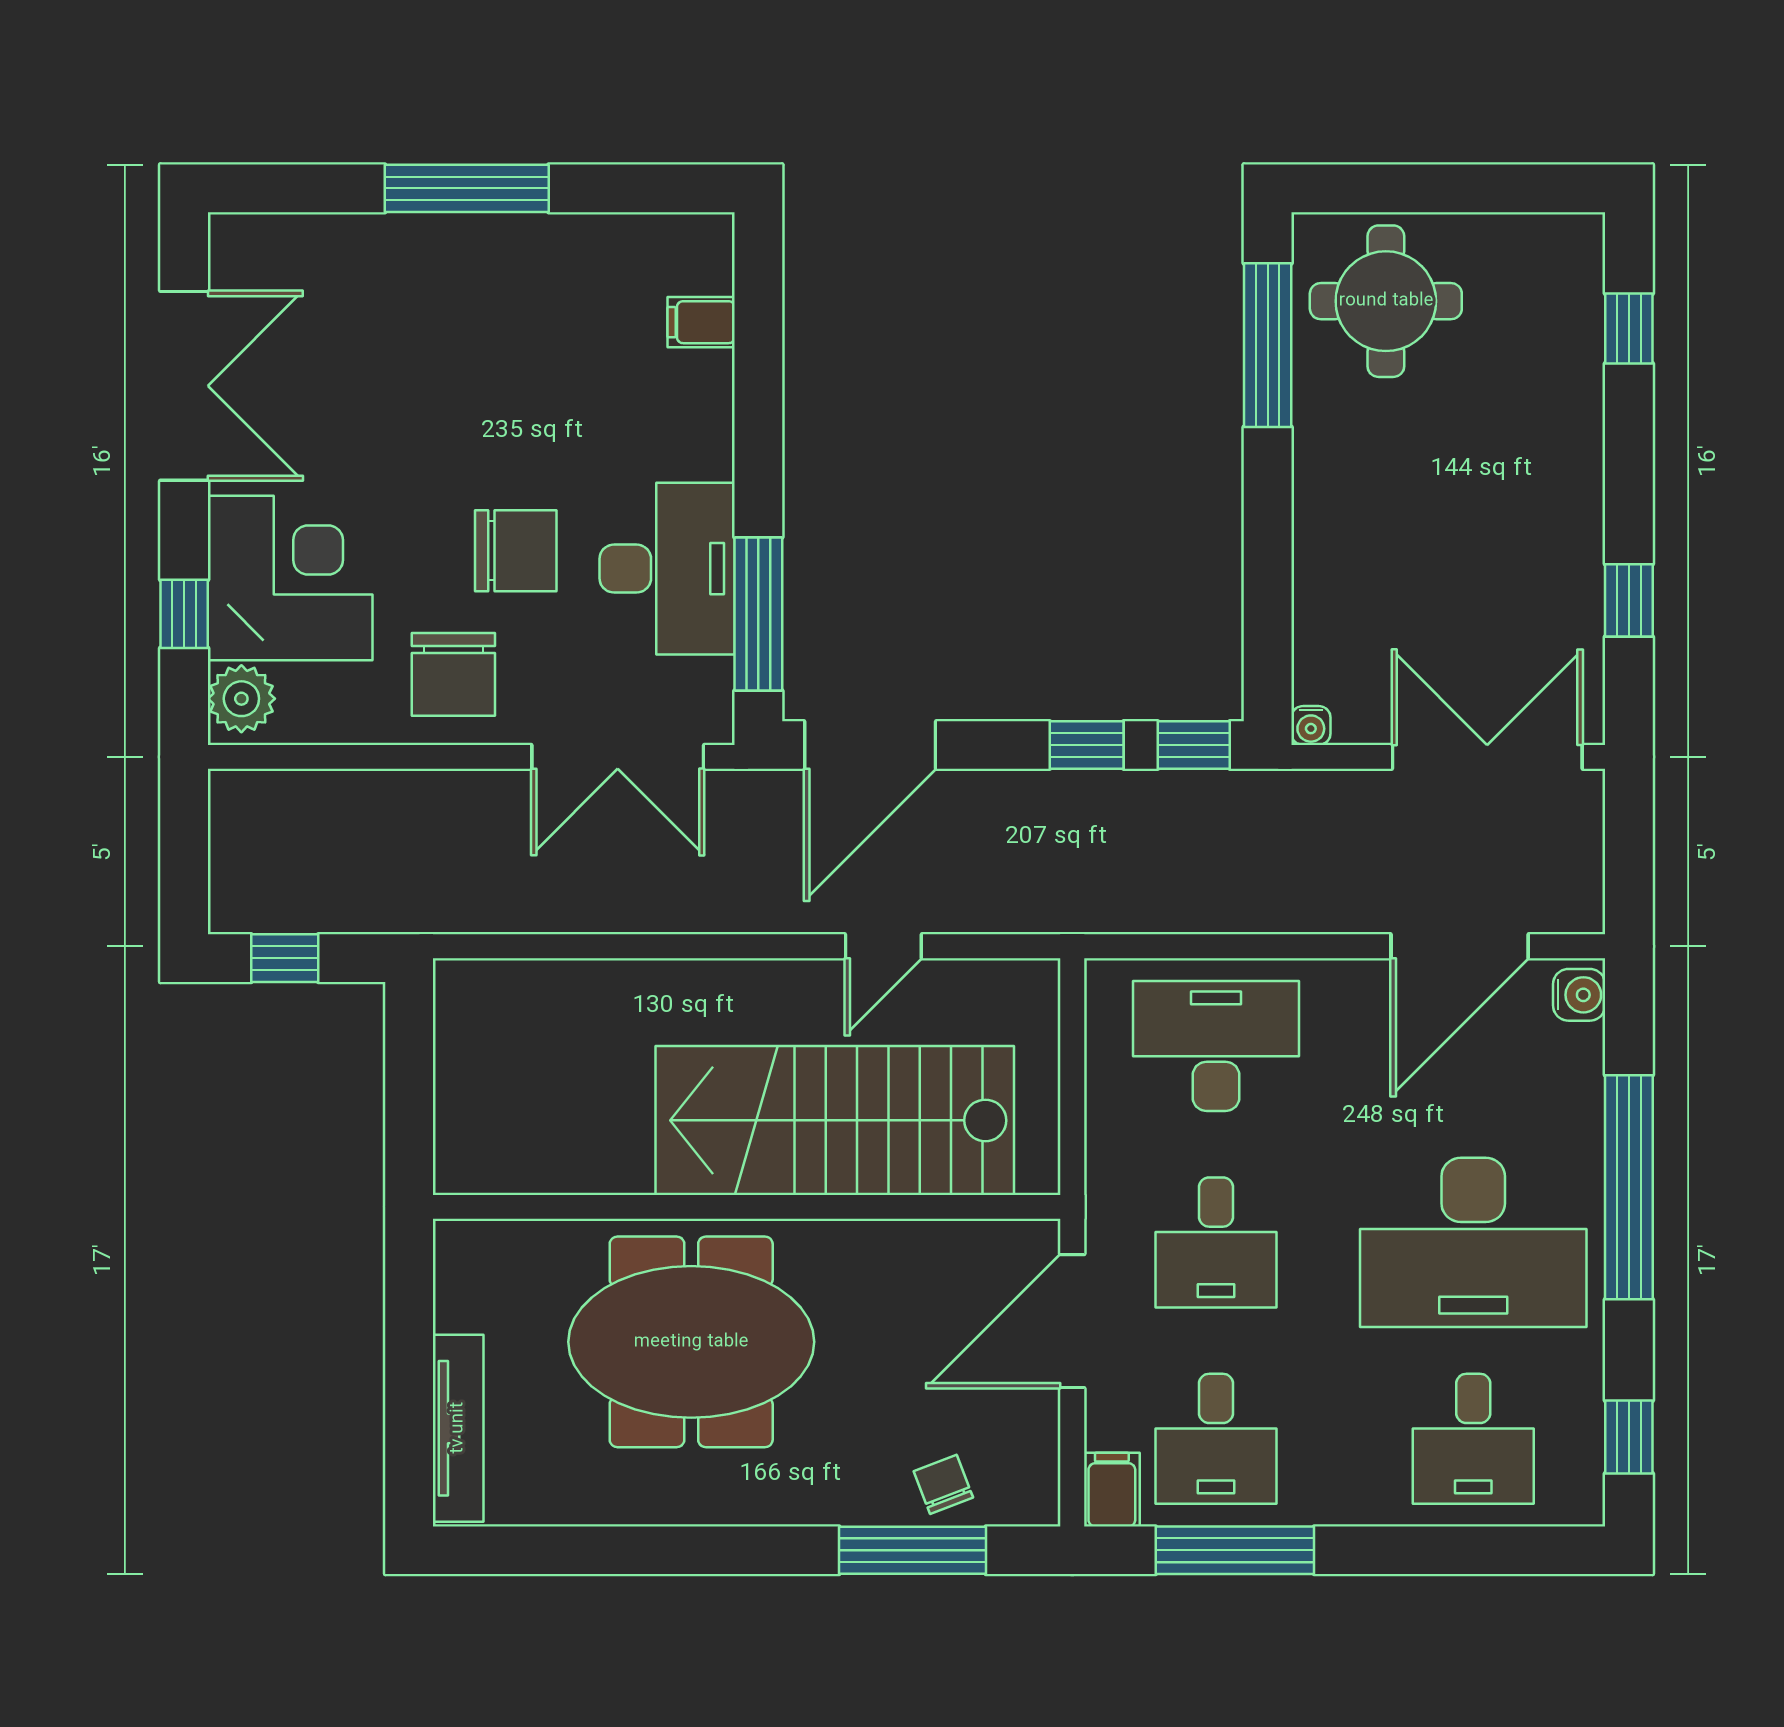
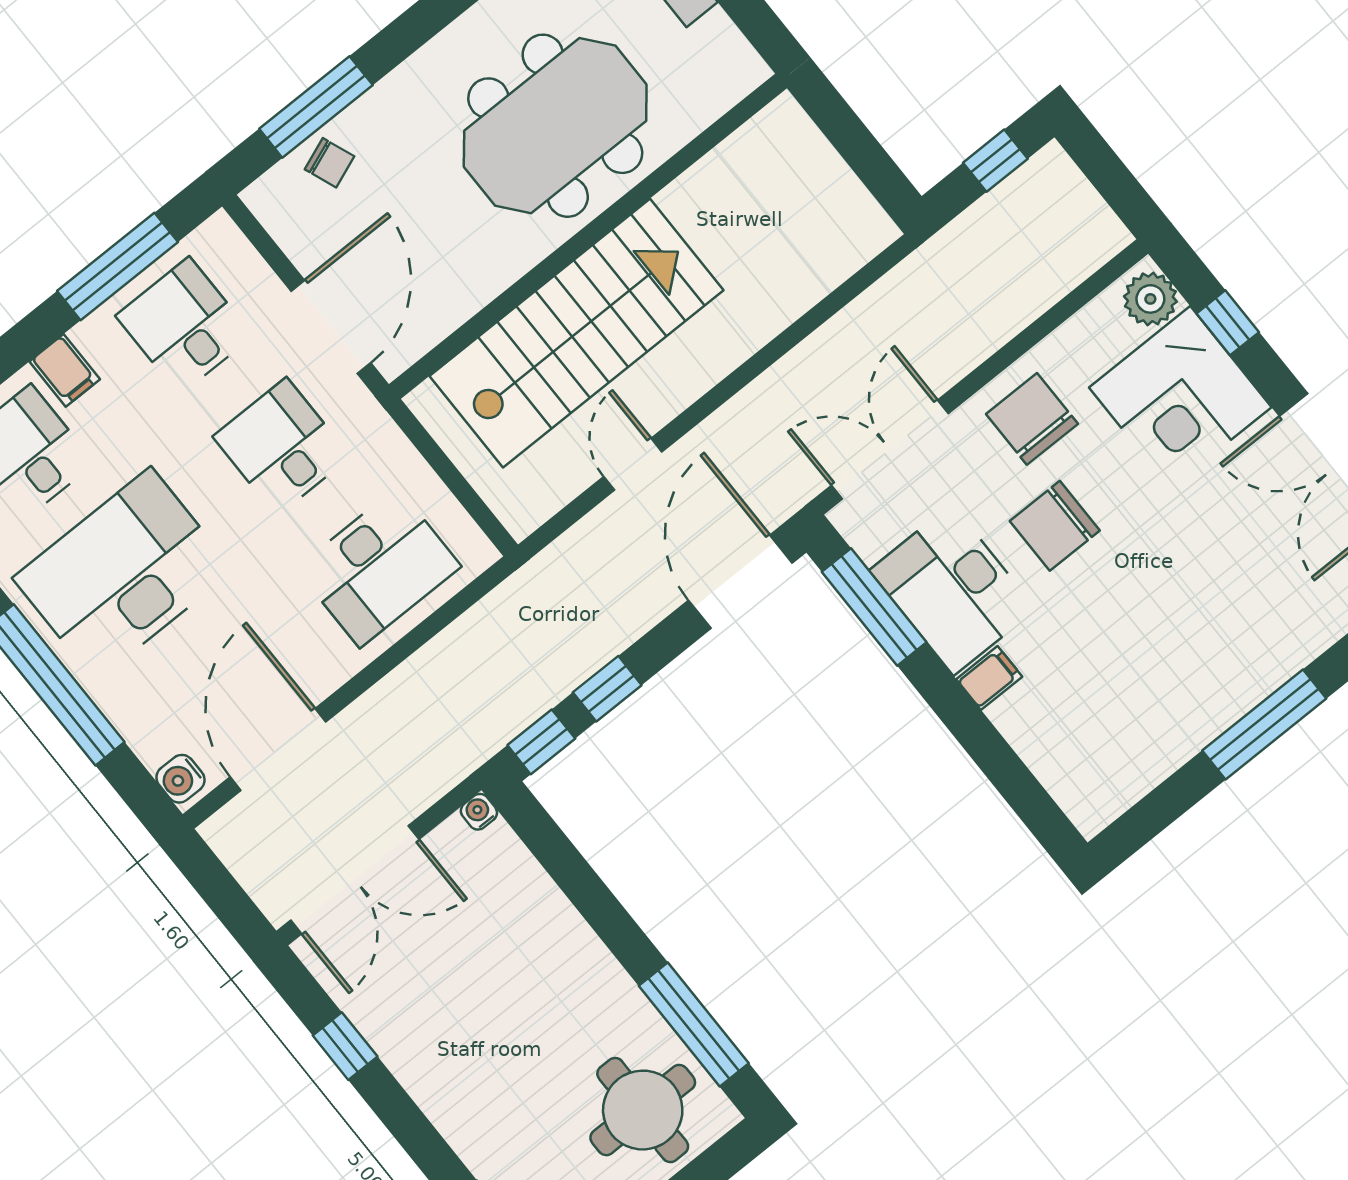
filing cabinet: (701, 322) -> (989, 678), moved
filing cabinet: (1112, 1490) -> (65, 370), moved

